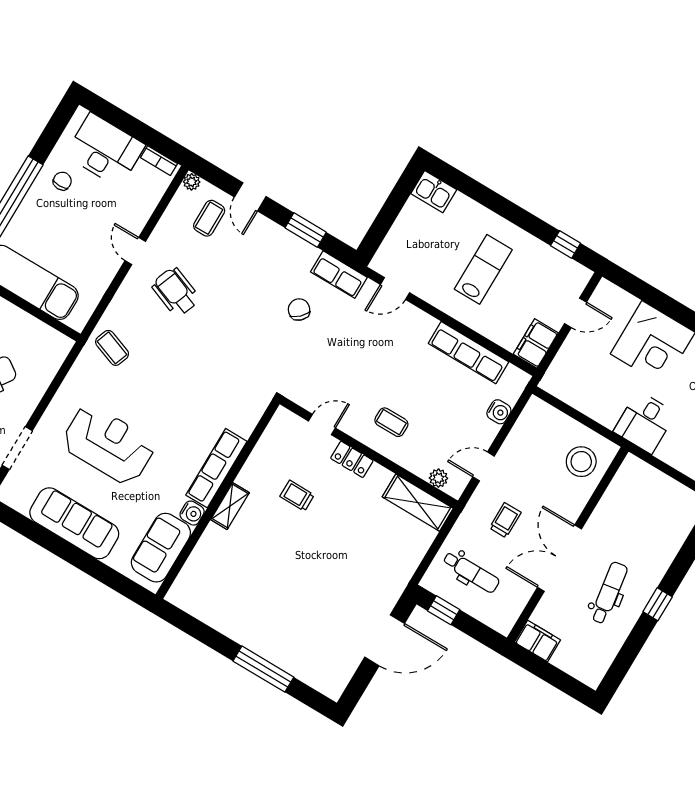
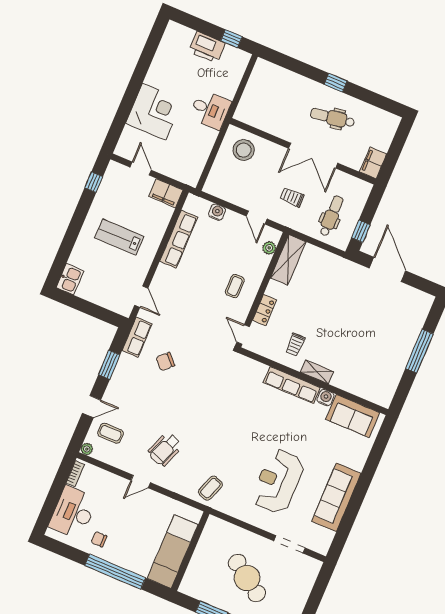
row of seats: (216, 468) -> (292, 385), moved
wall: (218, 499) -> (313, 381), moved
shelving: (230, 506) -> (317, 372), moved
water cooler: (192, 513) -> (326, 398), moved
sofa: (161, 548) -> (353, 416), moved

